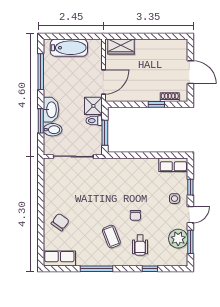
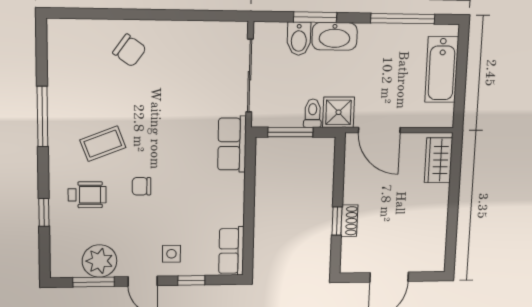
shoe rack: (170, 97) -> (349, 221), moved
wheelchair: (140, 245) -> (87, 195), turned 180
row of seats: (59, 258) -> (232, 144), moved, turned 180

